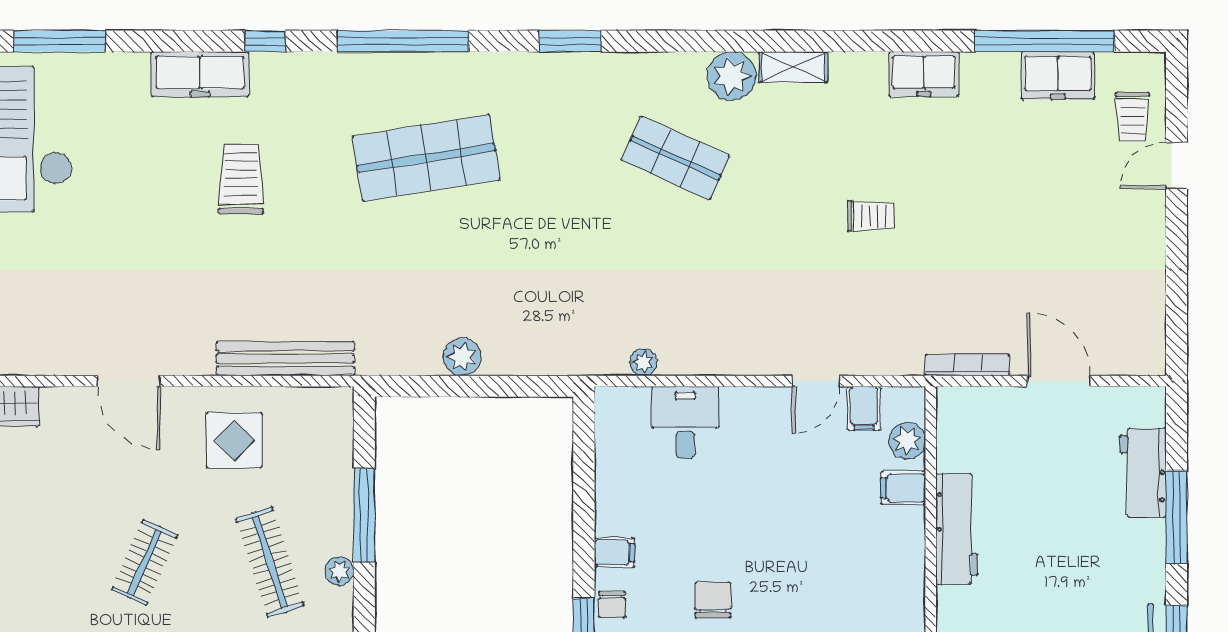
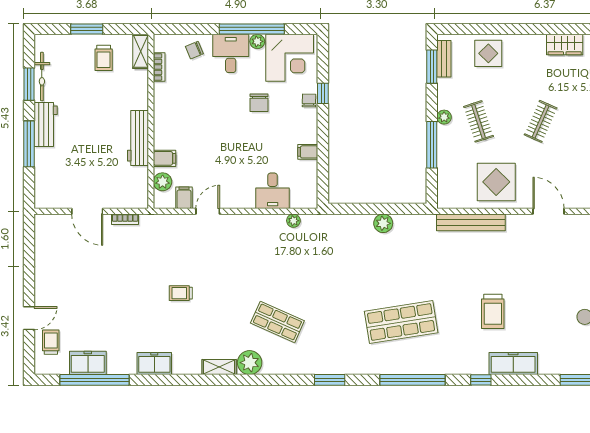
bookcase: (968, 365) -> (125, 219), width x0.64
display table: (234, 440) -> (496, 182), width x1.36, depth x1.36
workbench: (1143, 473) -> (46, 124), moved
filing cabinet: (614, 553) -> (308, 152), moved
clothes rail: (270, 562) -> (479, 121), width x0.73

